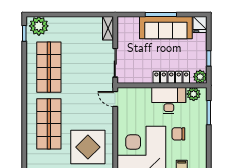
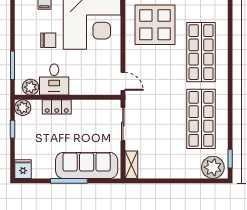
sofa: (166, 28) -> (87, 165), moved
locker: (171, 77) -> (57, 107), width x0.66
desk: (169, 101) -> (54, 80), width x0.73

